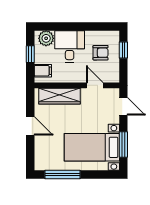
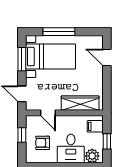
window: (123, 50) -> (22, 135), moved
door: (30, 126) -> (107, 57), moved
window: (62, 175) -> (59, 32), moved

